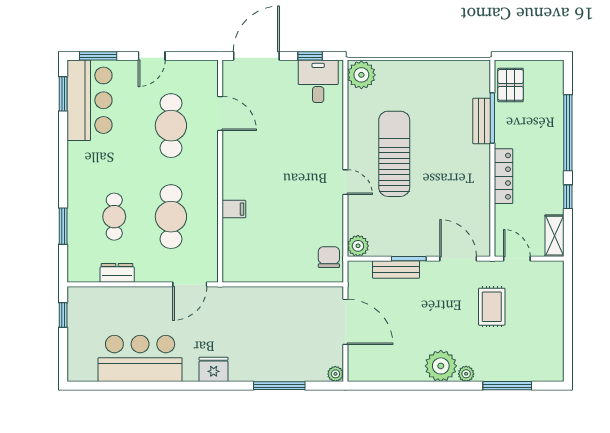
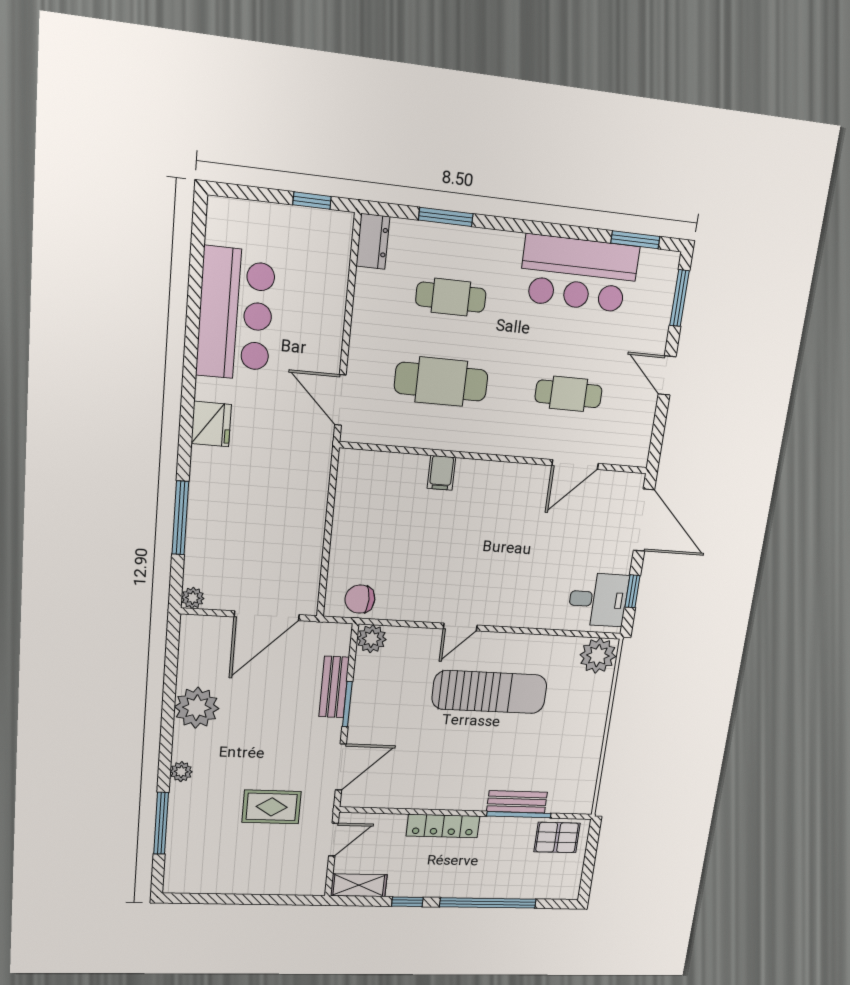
bar counter: (90, 100) -> (579, 274), moved
cafe table: (171, 126) -> (569, 394), width x0.73, depth x0.74
chair: (329, 257) -> (360, 599), turned 180
dresser: (117, 273) -> (373, 241), moved
plant: (441, 366) -> (197, 708), moved

